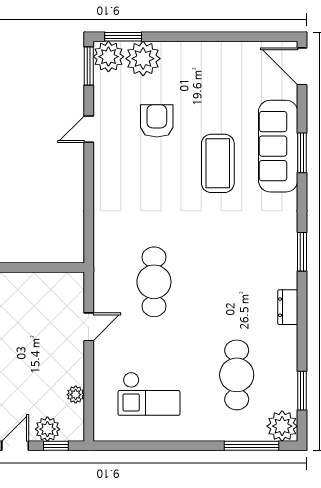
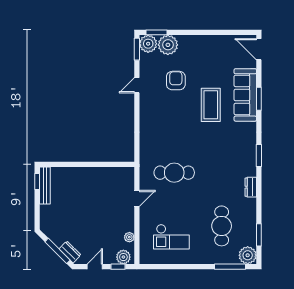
cafe table: (154, 282) -> (174, 173), turned 90
plant: (47, 429) -> (123, 257), moved

